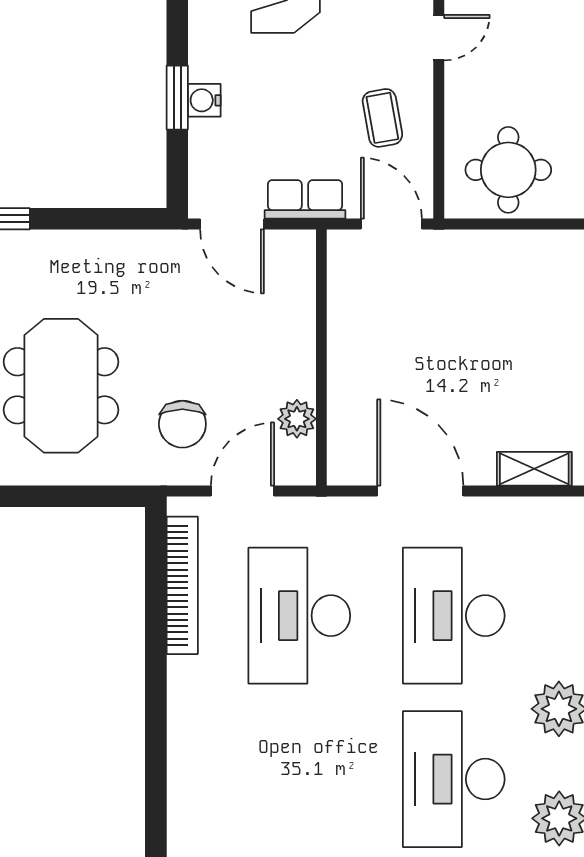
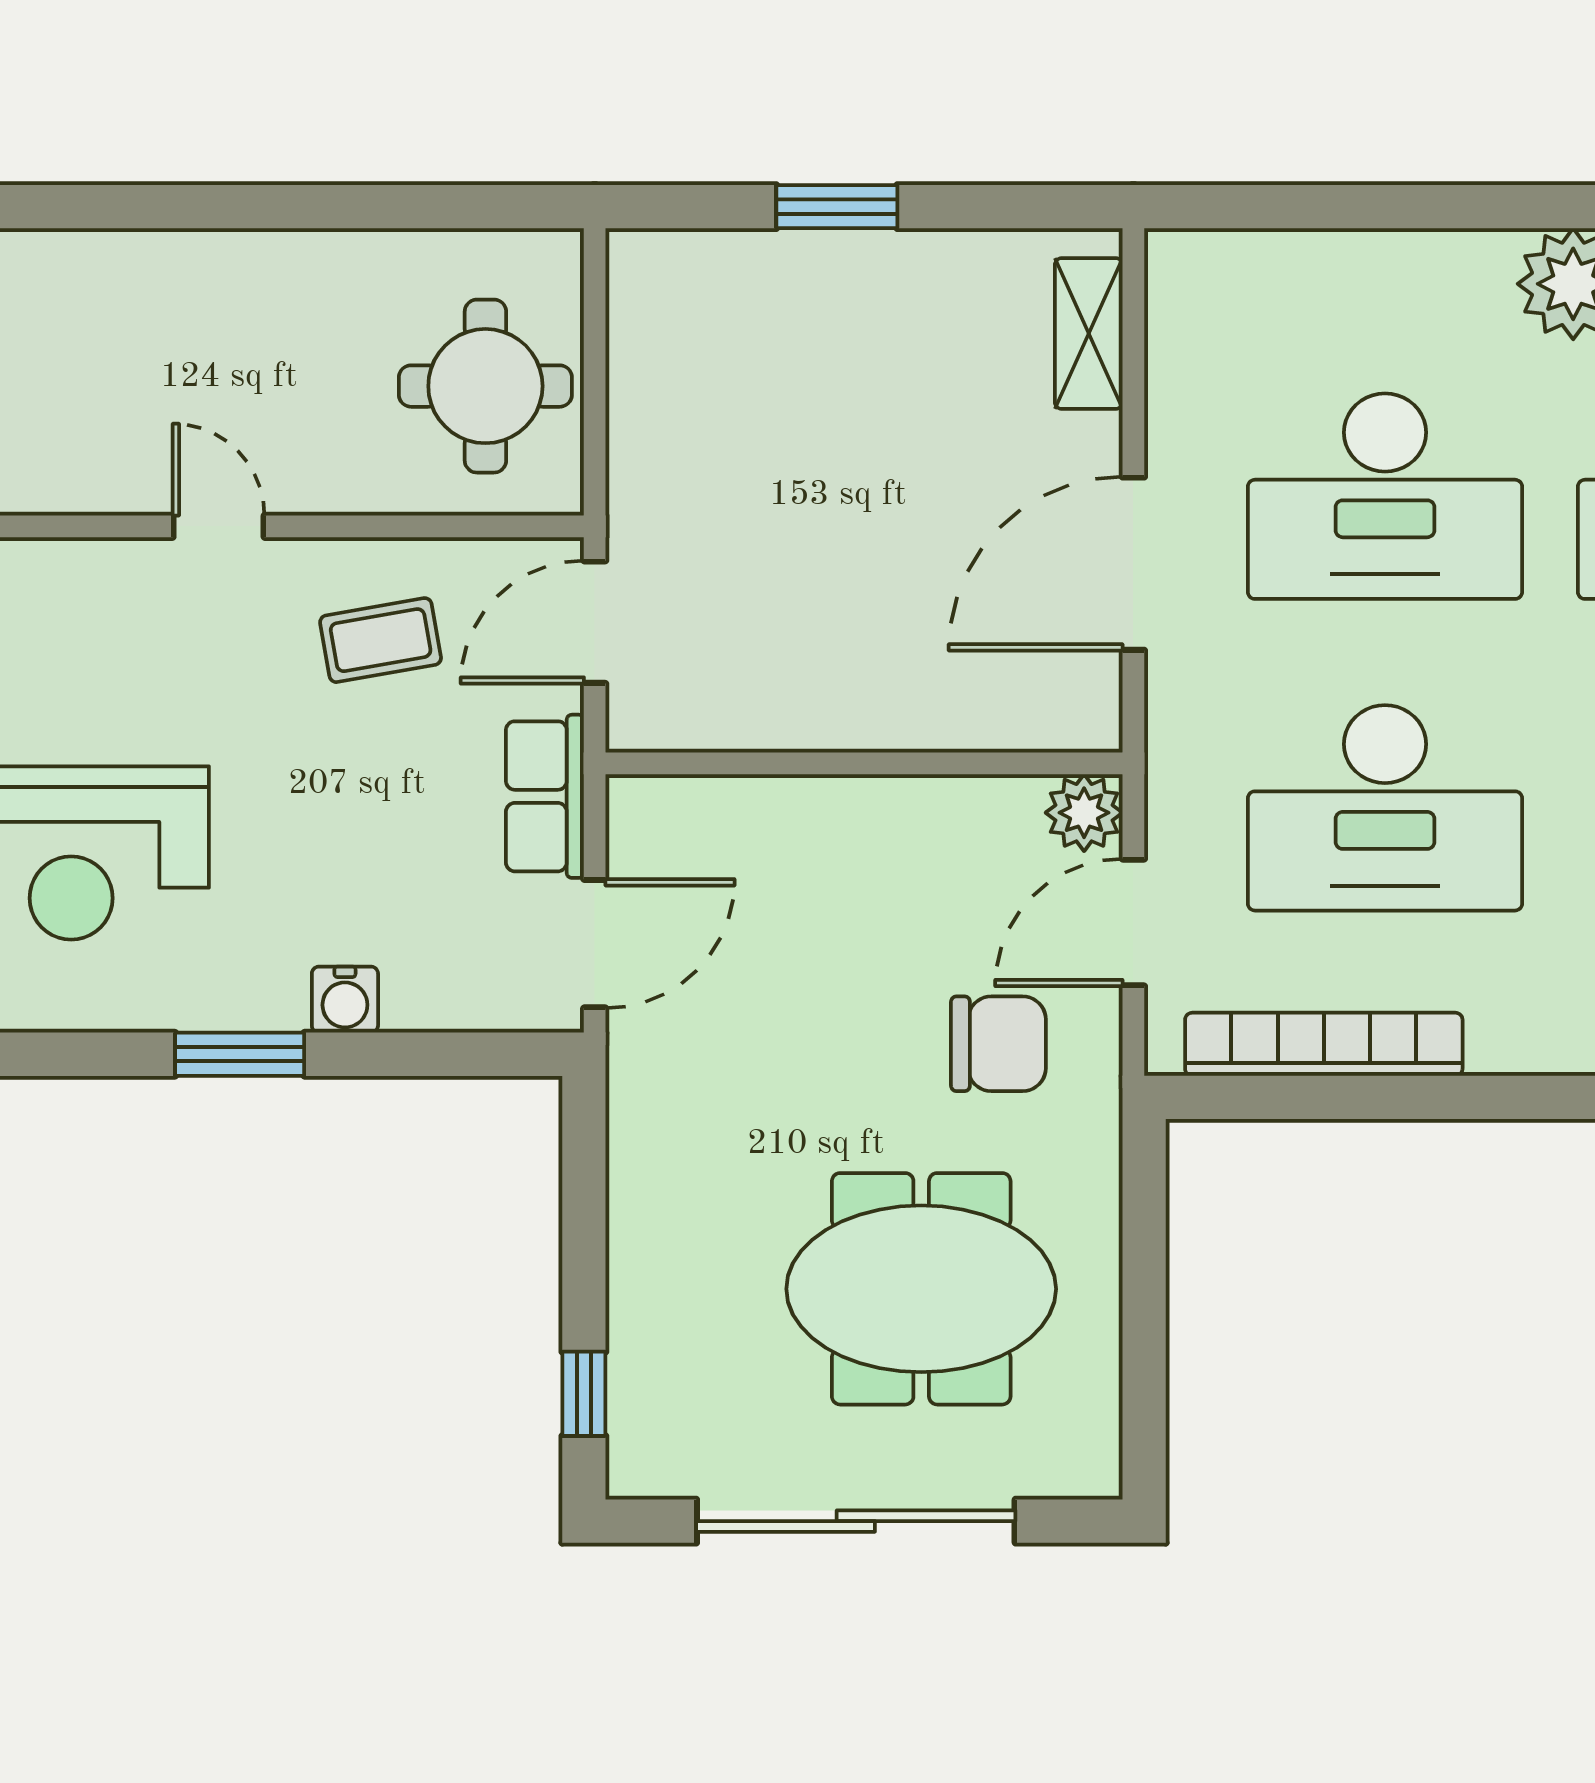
window: (177, 98) -> (240, 1054), moved
plant: (297, 419) -> (1084, 813), moved
door: (242, 491) -> (1133, 923), hinge flipped

